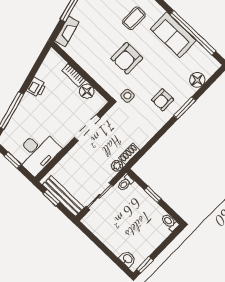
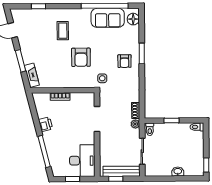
sofa: (173, 35) -> (108, 18), moved
floor lamp: (197, 80) -> (133, 19), moved
floor lamp: (87, 91) -> (77, 98), removed
washbasin: (128, 259) -> (178, 171), moved

